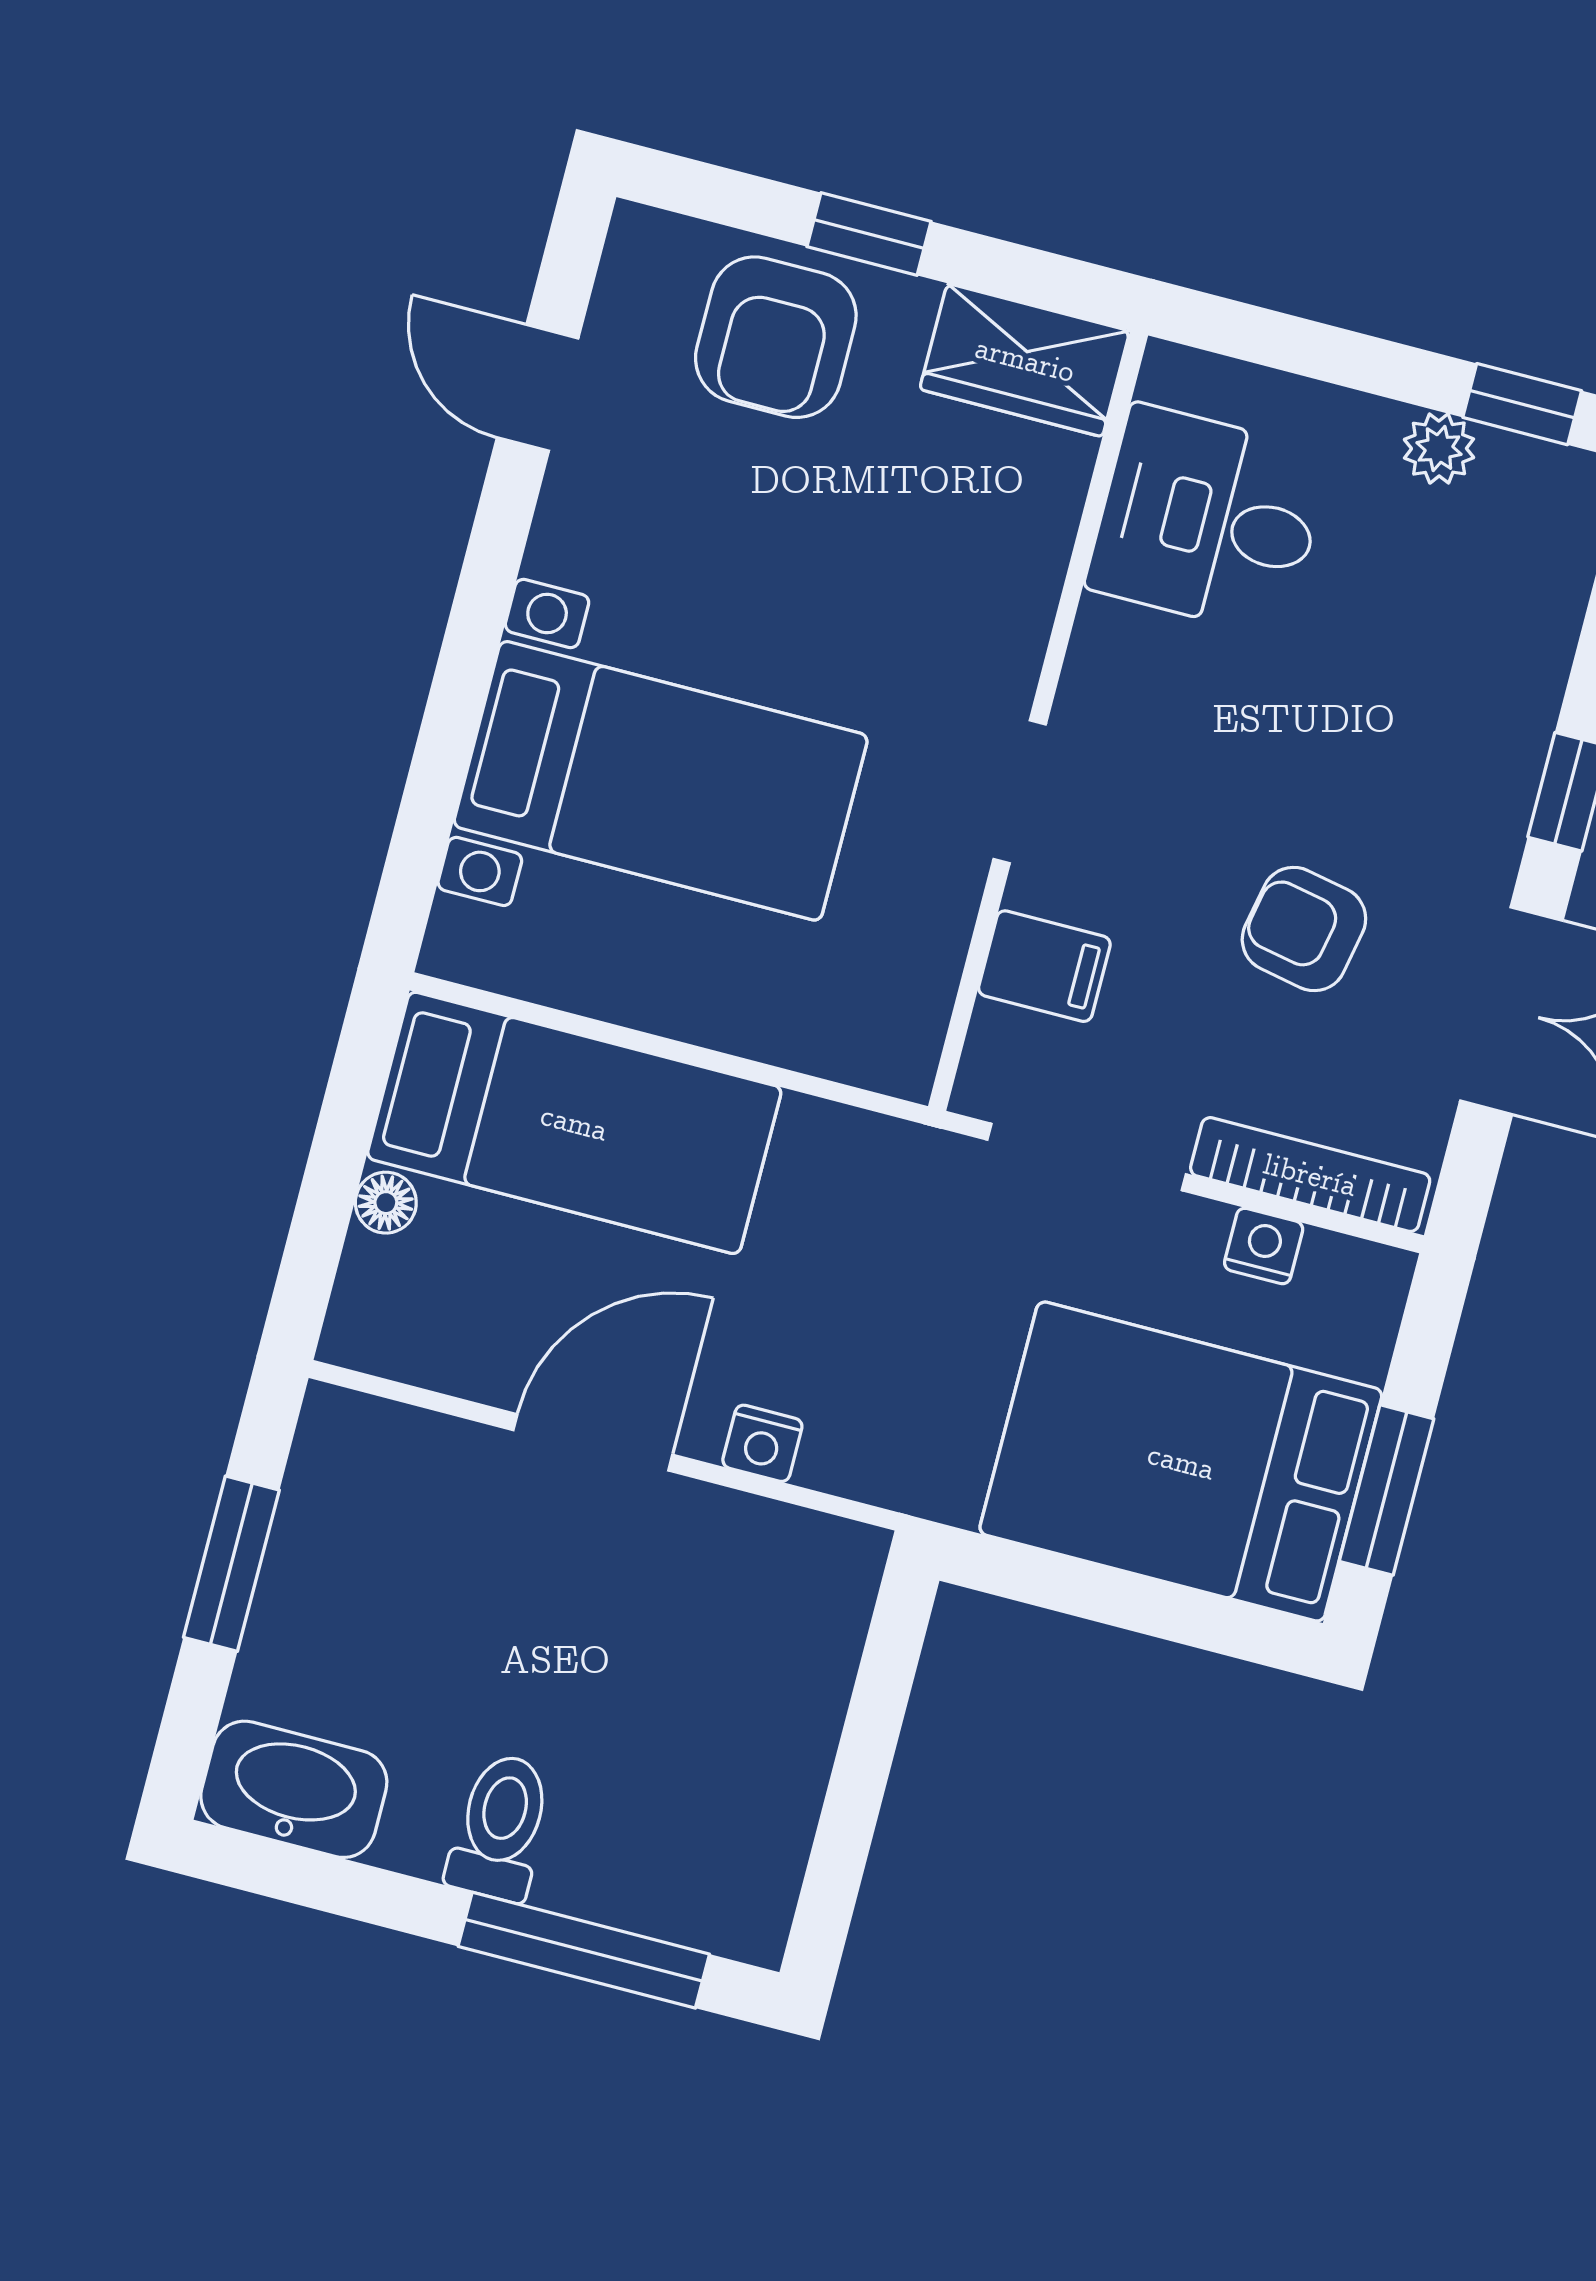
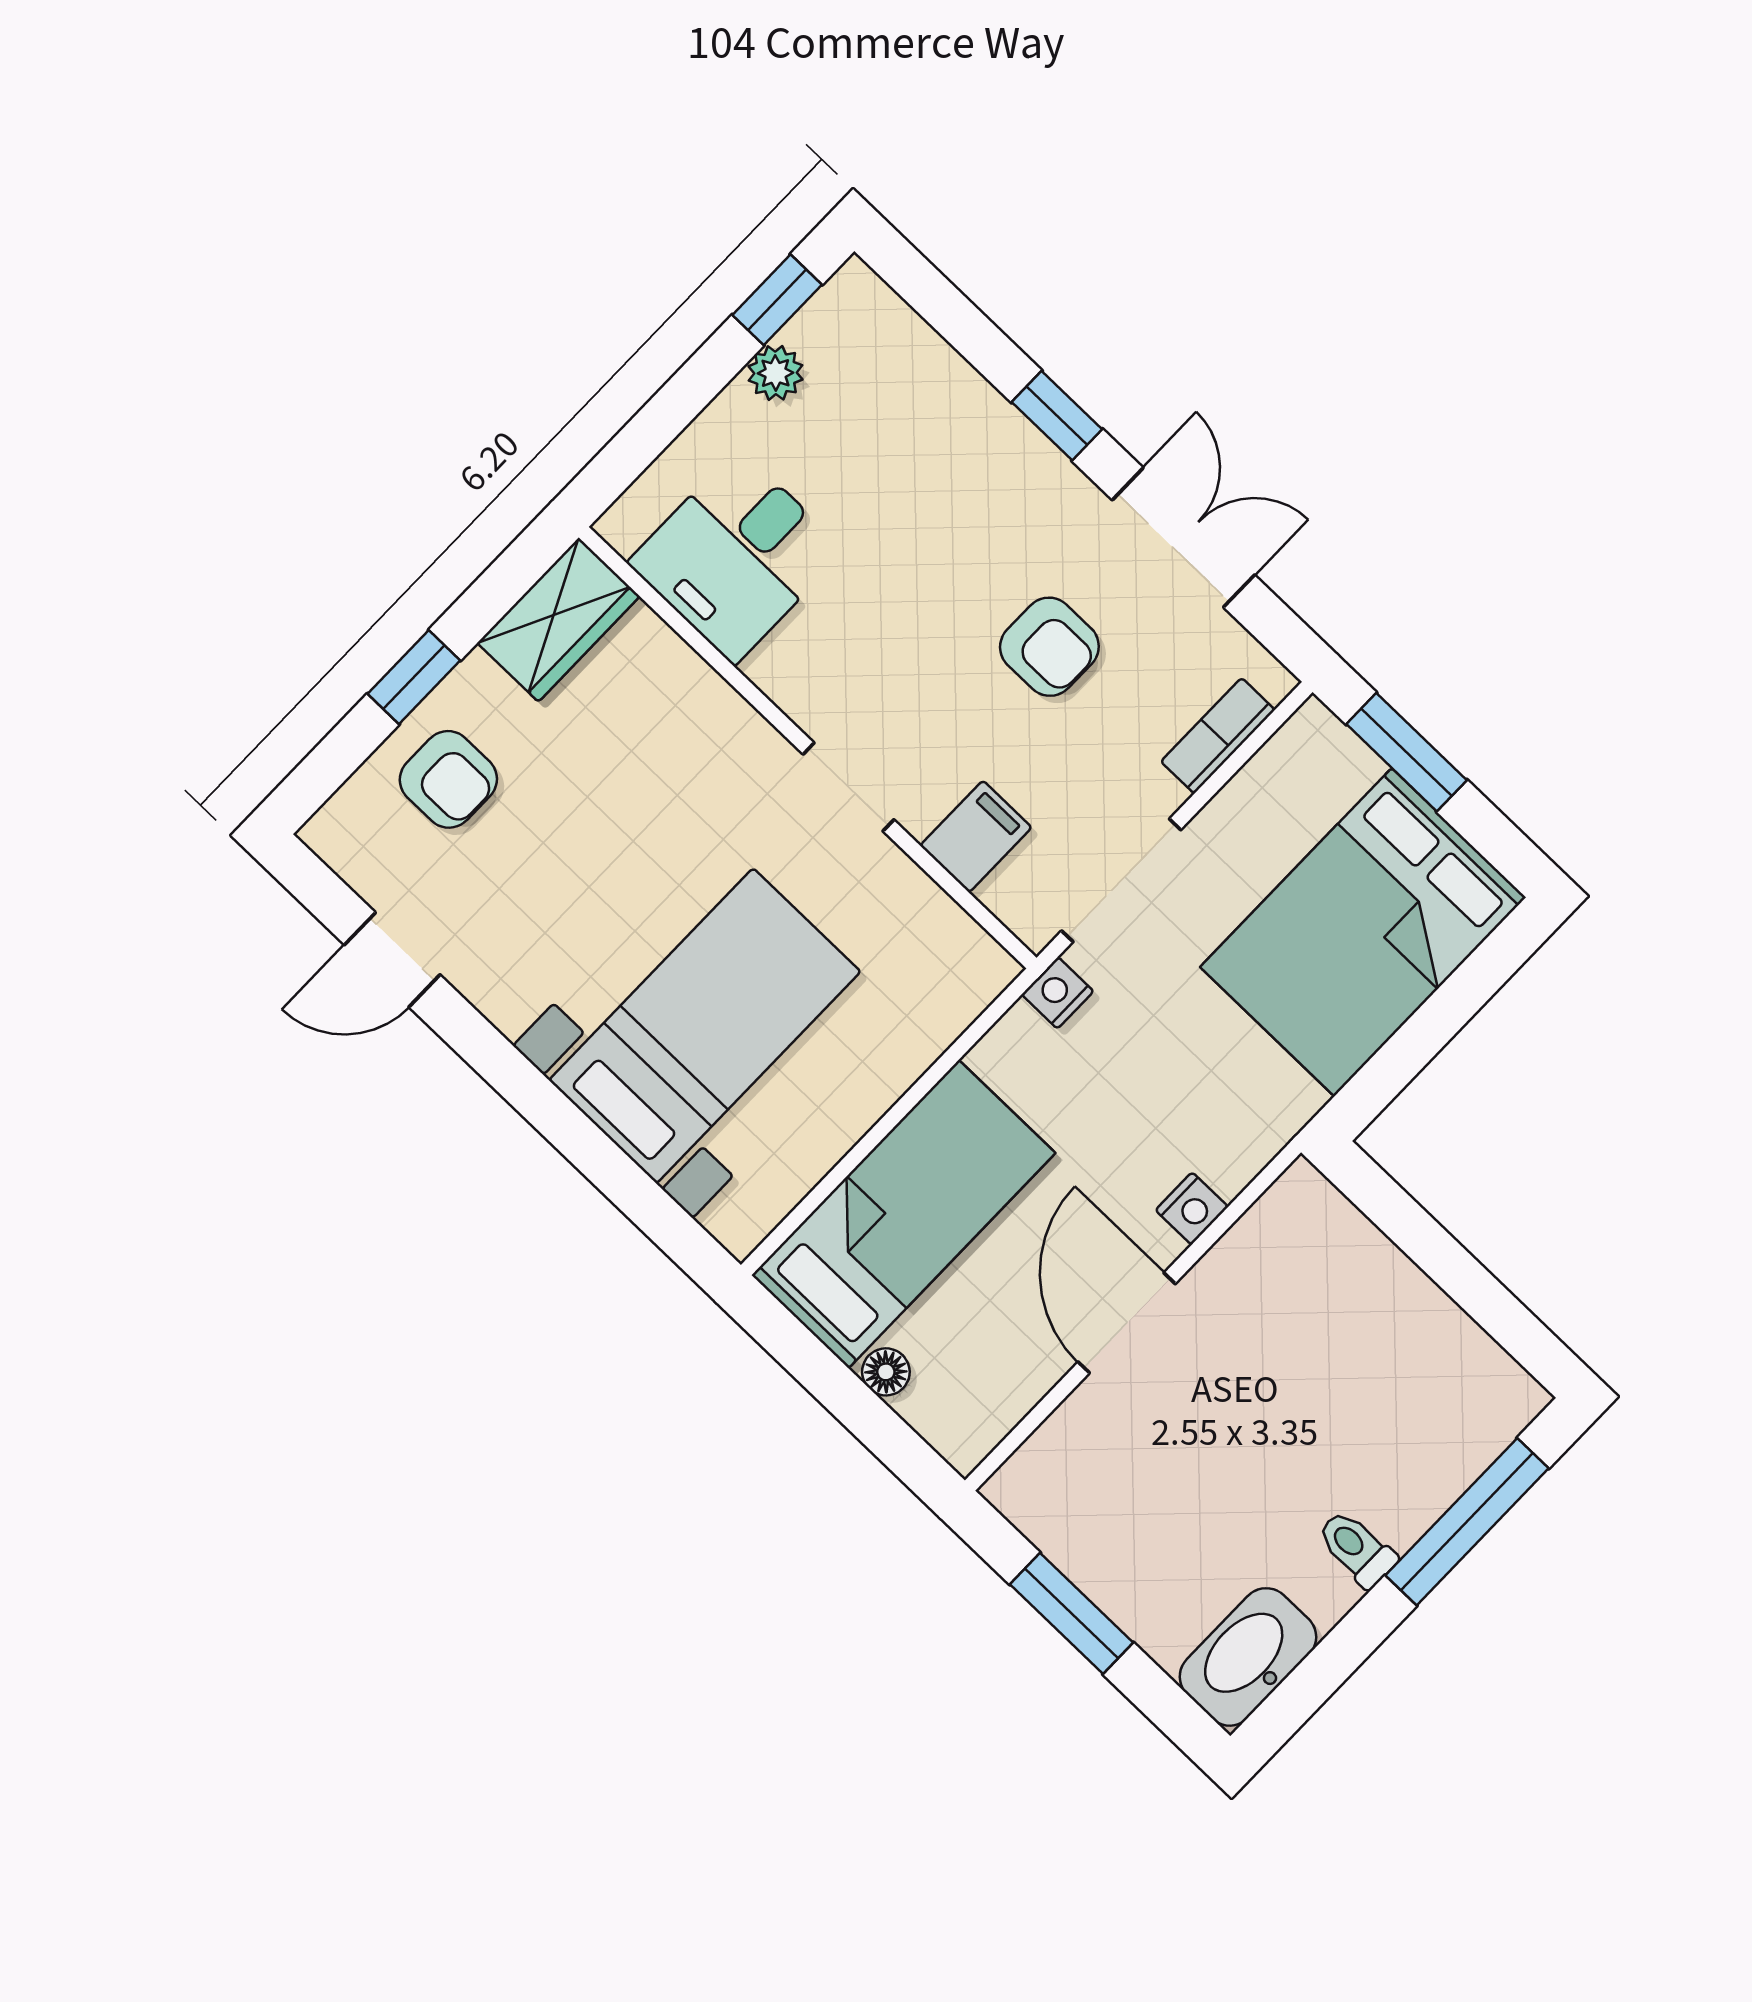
armchair: (776, 337) -> (448, 779), width x0.72, depth x0.72
armchair: (1304, 929) -> (1049, 647), turned -101
bookcase: (1310, 1175) -> (1218, 736), width x0.64
nightstand: (1264, 1246) -> (1058, 993), moved
window: (1386, 1490) -> (1407, 752), moved
toilet: (500, 1827) -> (1357, 1549), width x0.73, depth x0.72

